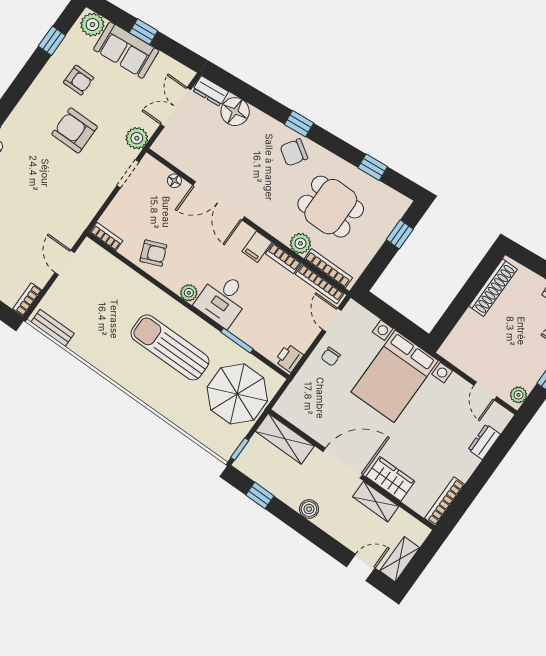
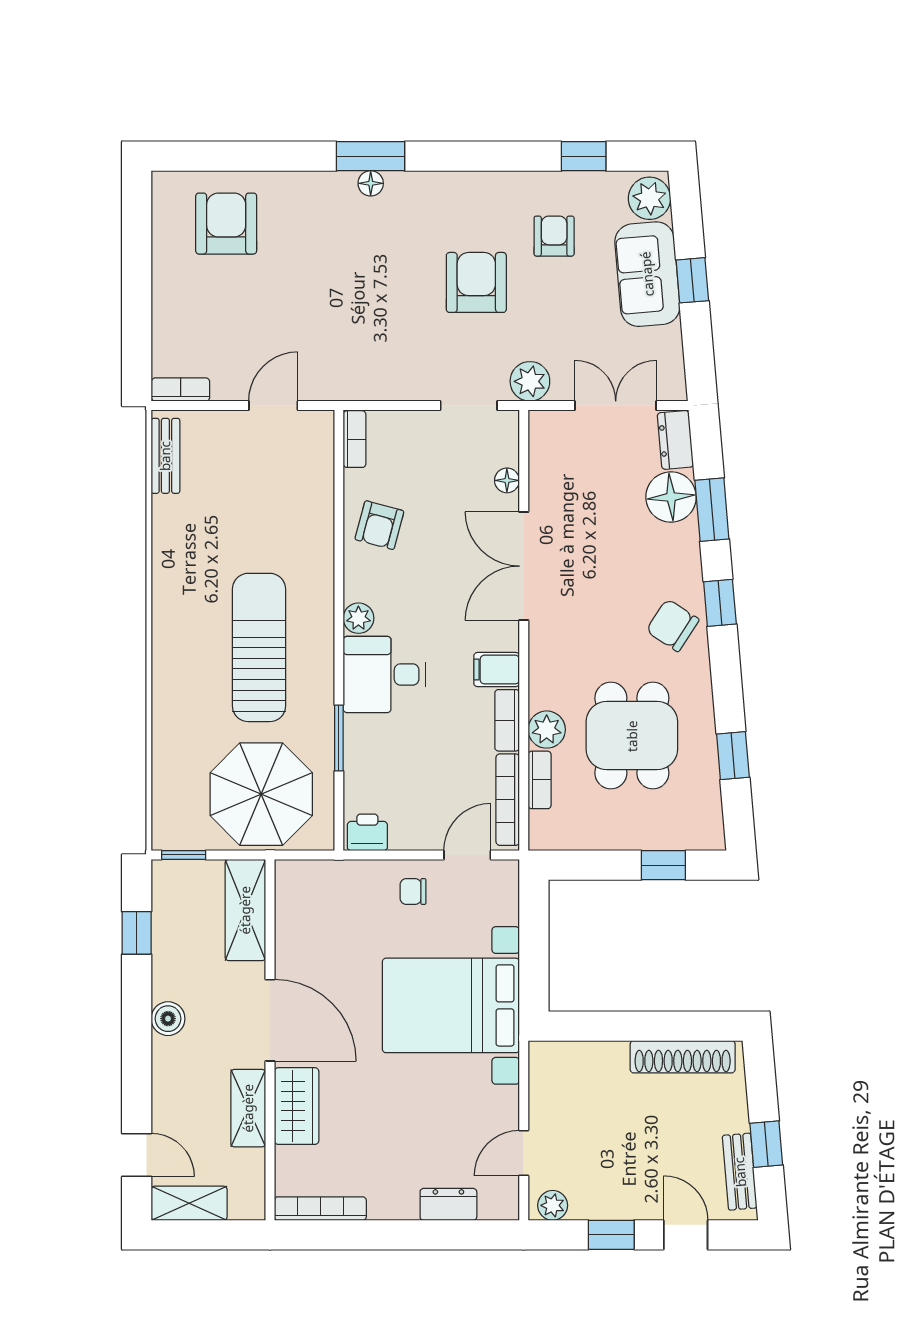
armchair: (79, 80) -> (554, 236), turned 180
window: (254, 97) -> (712, 510), added
armchair: (153, 253) -> (379, 525), turned 37
bookcase: (328, 268) -> (540, 780), width x0.64

